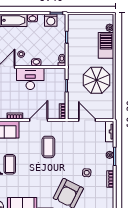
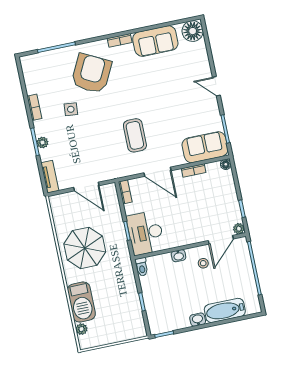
washing machine: (51, 20) -> (170, 322), removed
desk: (30, 79) -> (146, 233), moved, turned 90
door: (39, 120) -> (157, 172), hinge flipped
coffee table: (10, 164) -> (186, 98), removed

